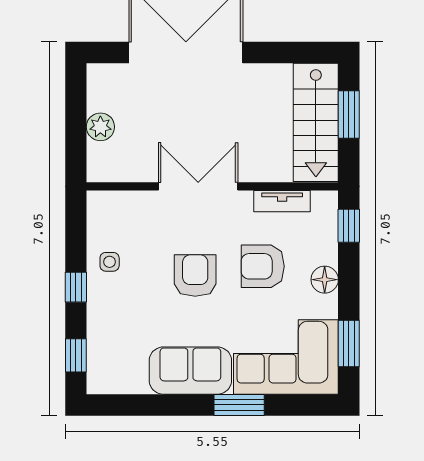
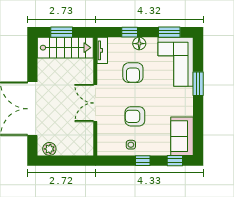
plant: (100, 127) -> (49, 149), moved
tv unit: (282, 201) -> (102, 50), moved
window: (349, 226) -> (130, 32), moved
armchair: (195, 276) -> (135, 116), moved
sofa: (190, 371) -> (182, 136), moved

